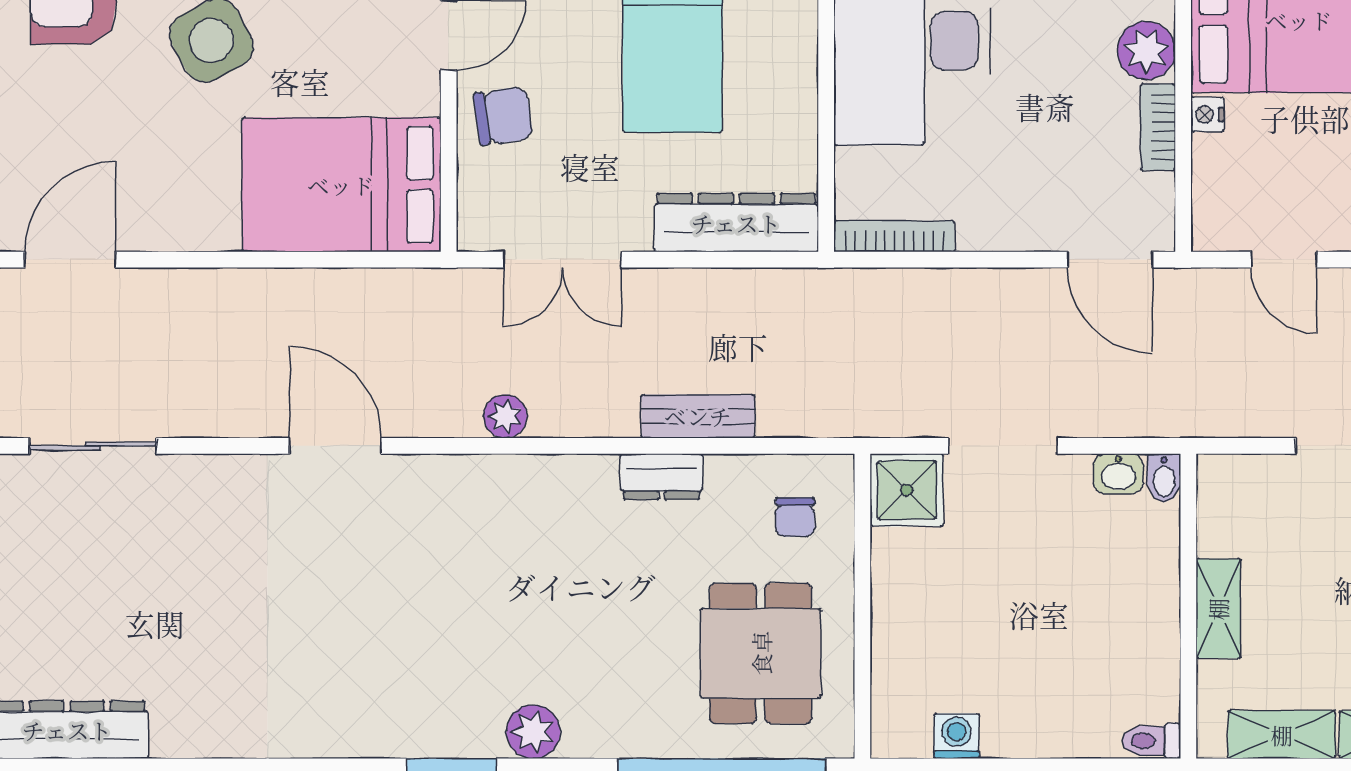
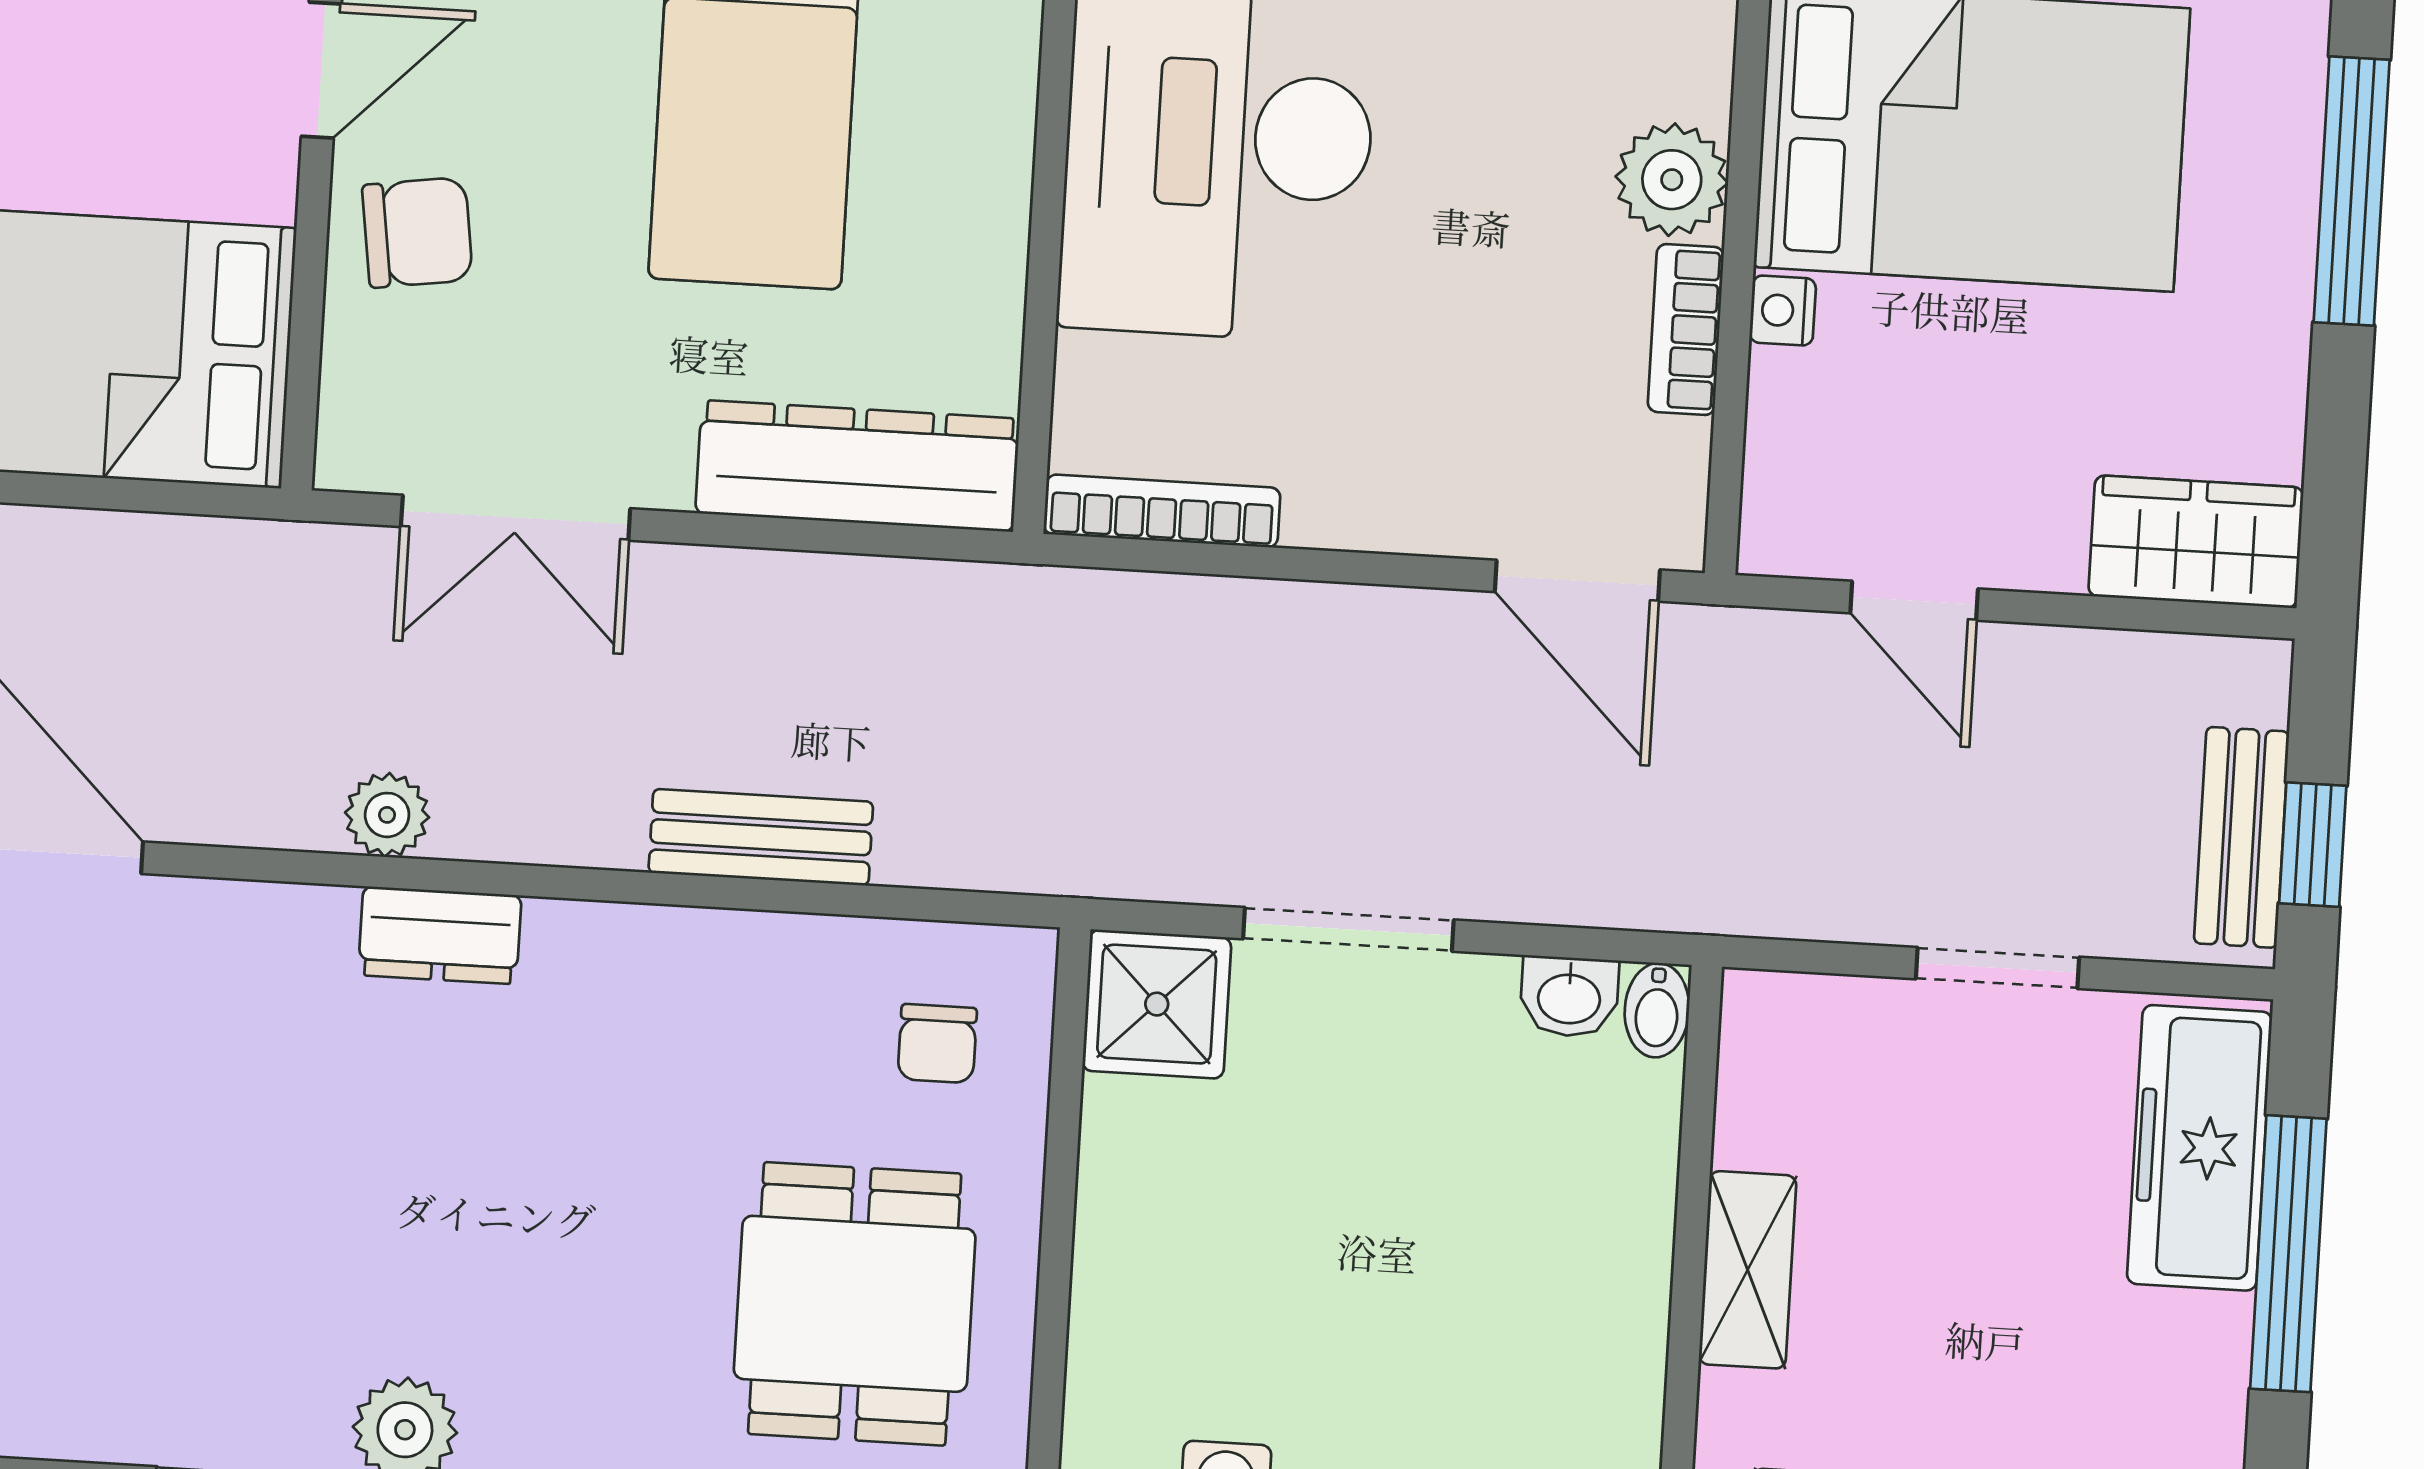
dresser: (662, 477) -> (440, 935), moved

